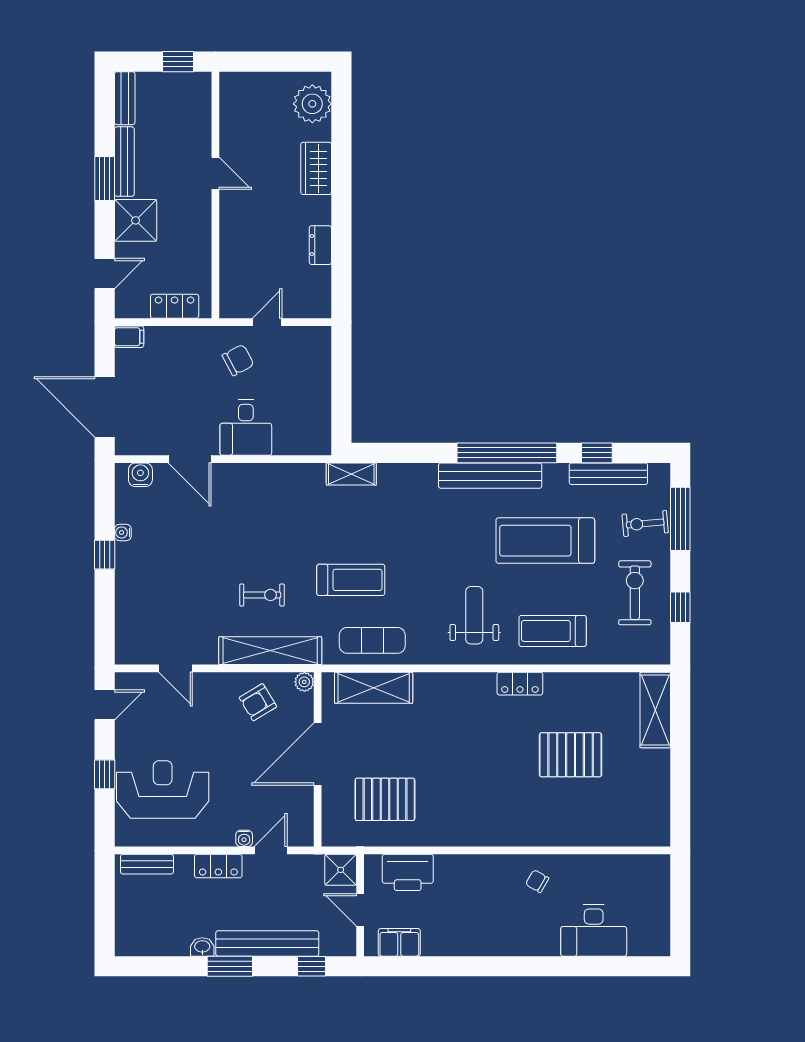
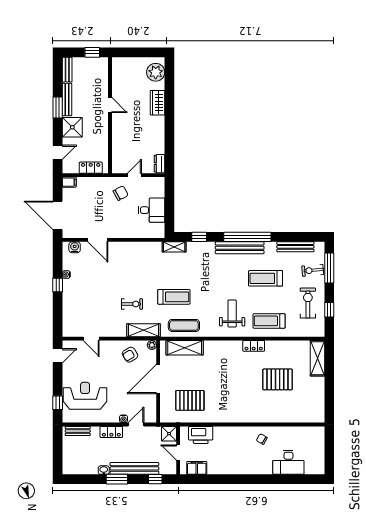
dresser: (320, 245) -> (160, 164), moved
desk: (246, 428) -> (152, 210), moved, turned -90
window: (597, 453) -> (199, 237), moved
treadmill: (545, 541) -> (266, 278), width x0.73, depth x0.73
shelving: (270, 651) -> (144, 330), width x0.68
window: (105, 774) -> (58, 403), moved

